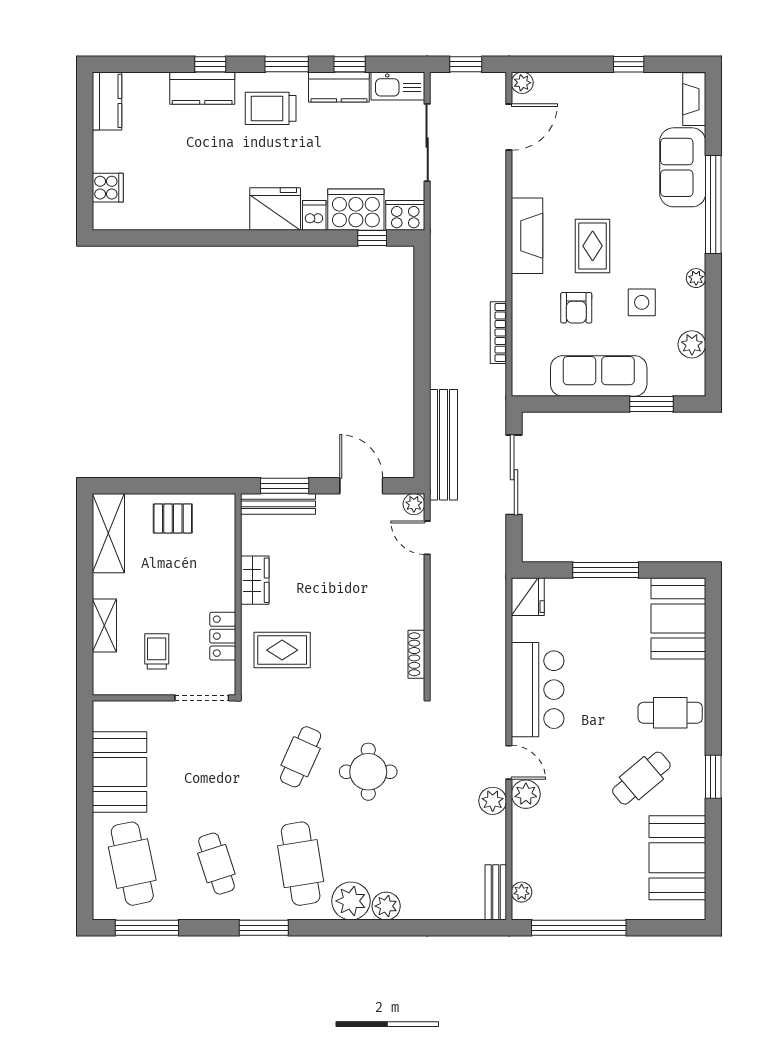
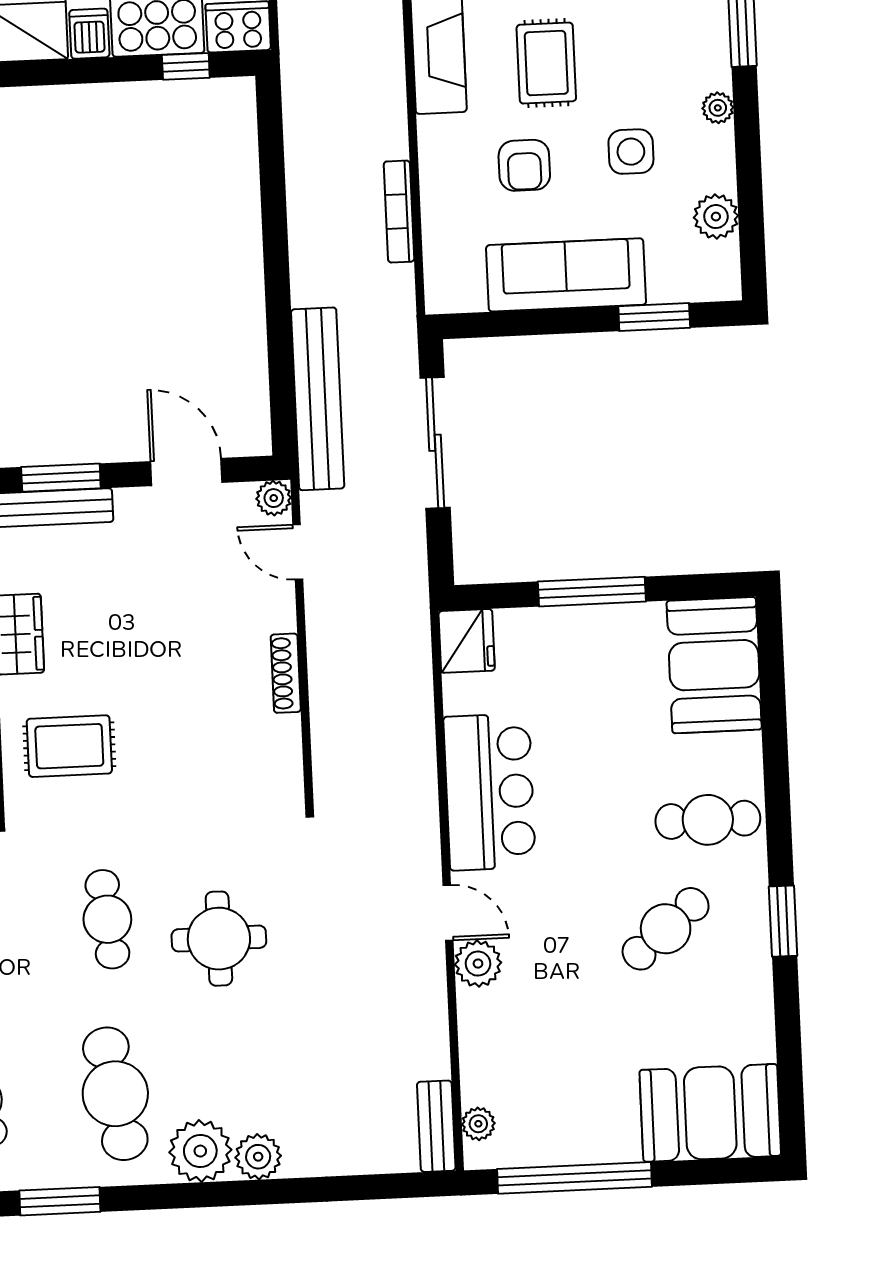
shoe rack: (416, 654) -> (286, 673), moved
cafe table: (301, 757) -> (107, 919), turned -30
plant: (493, 801) -> (424, 977), removed
booth: (677, 858) -> (710, 1113), moved, turned 90

